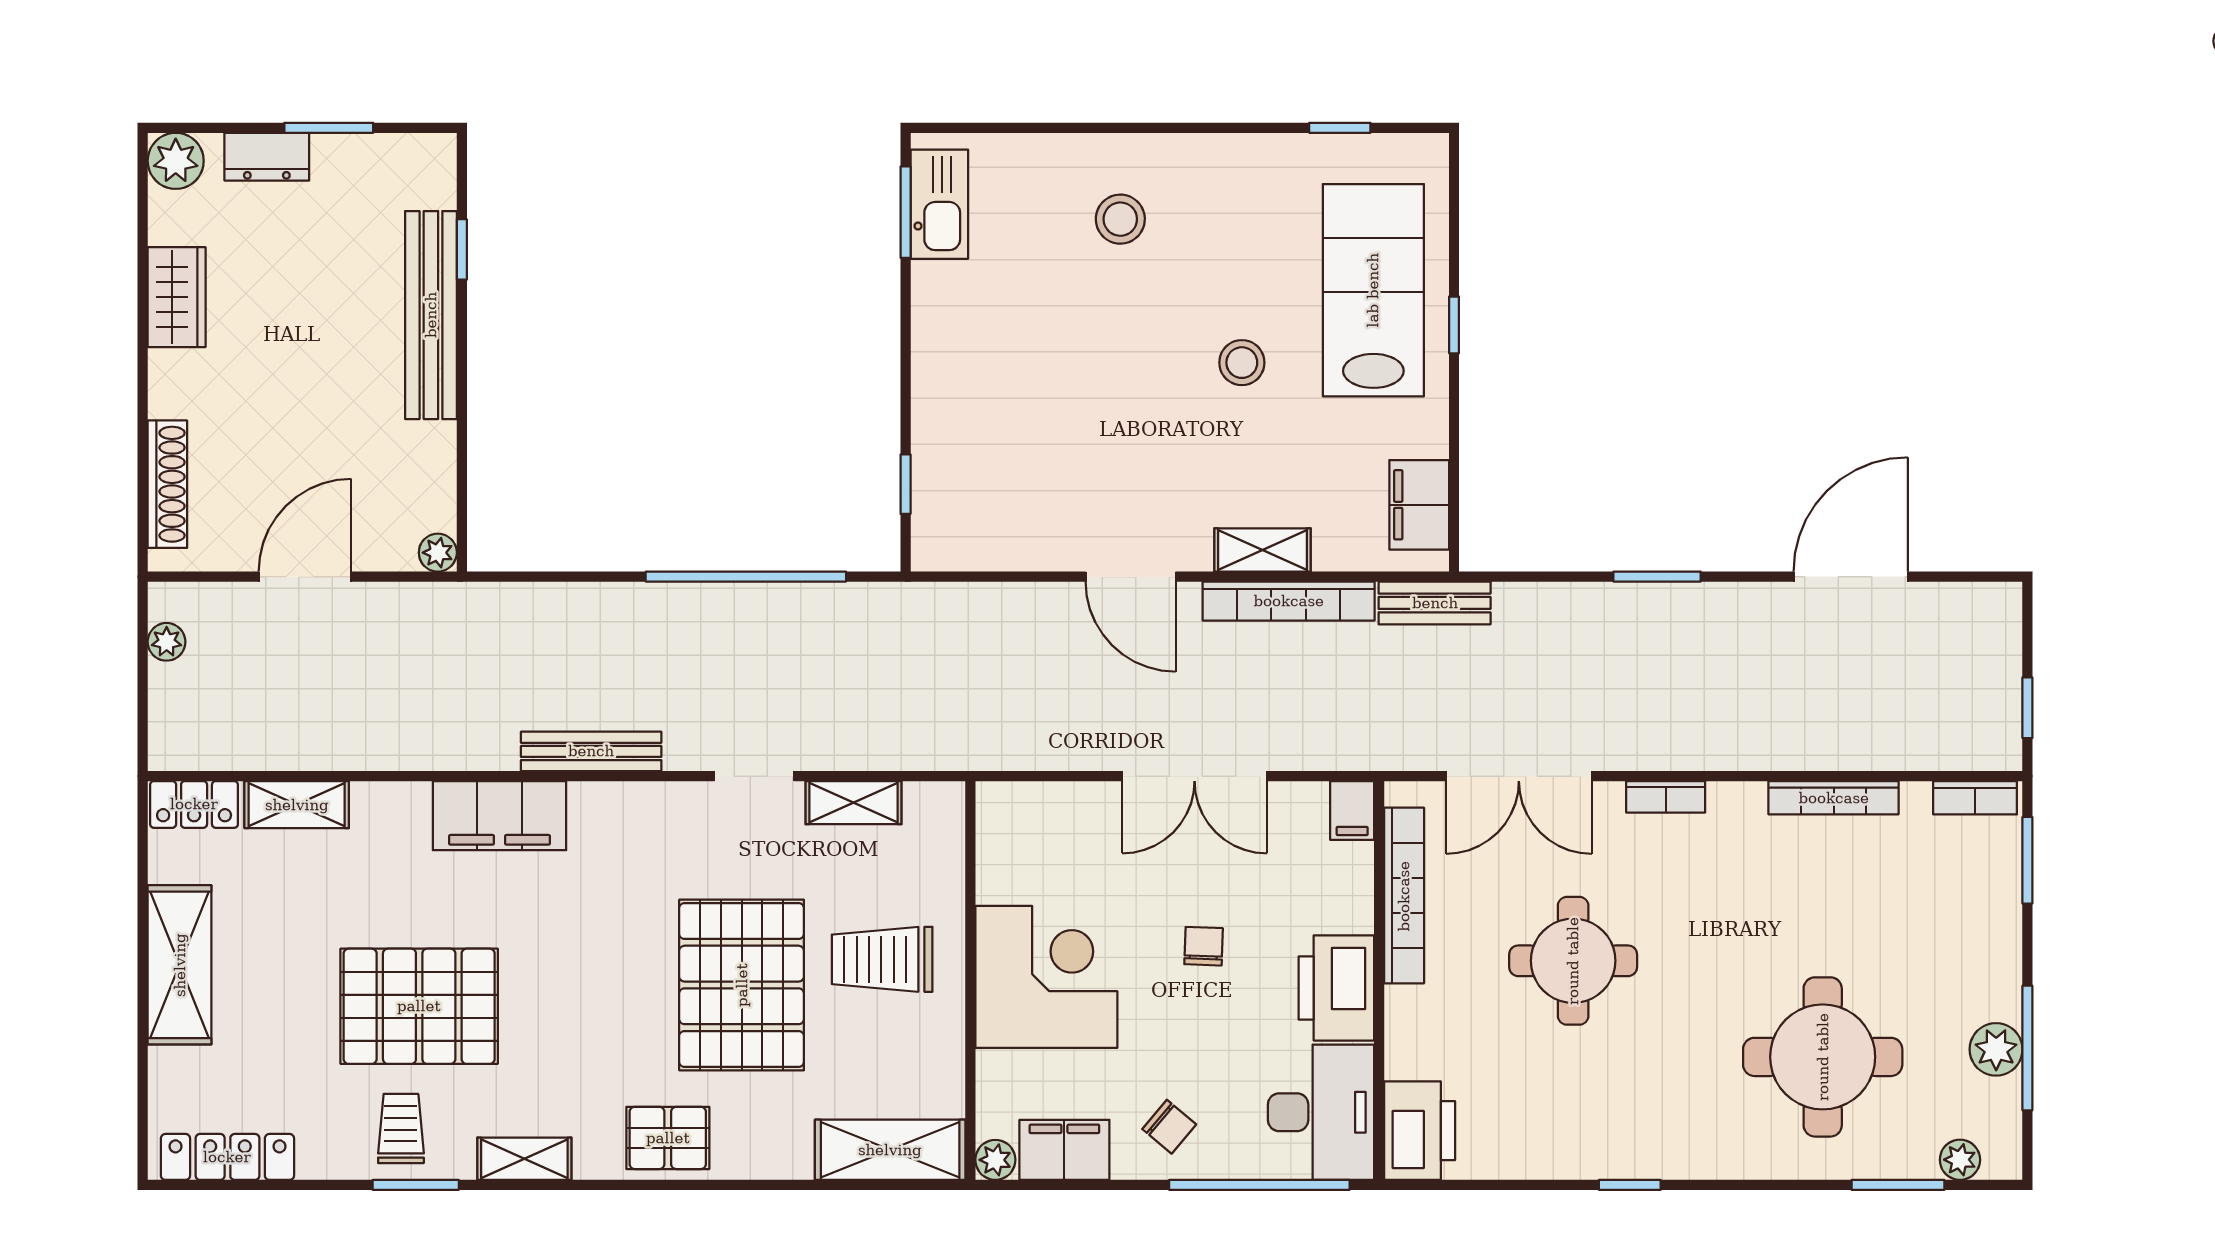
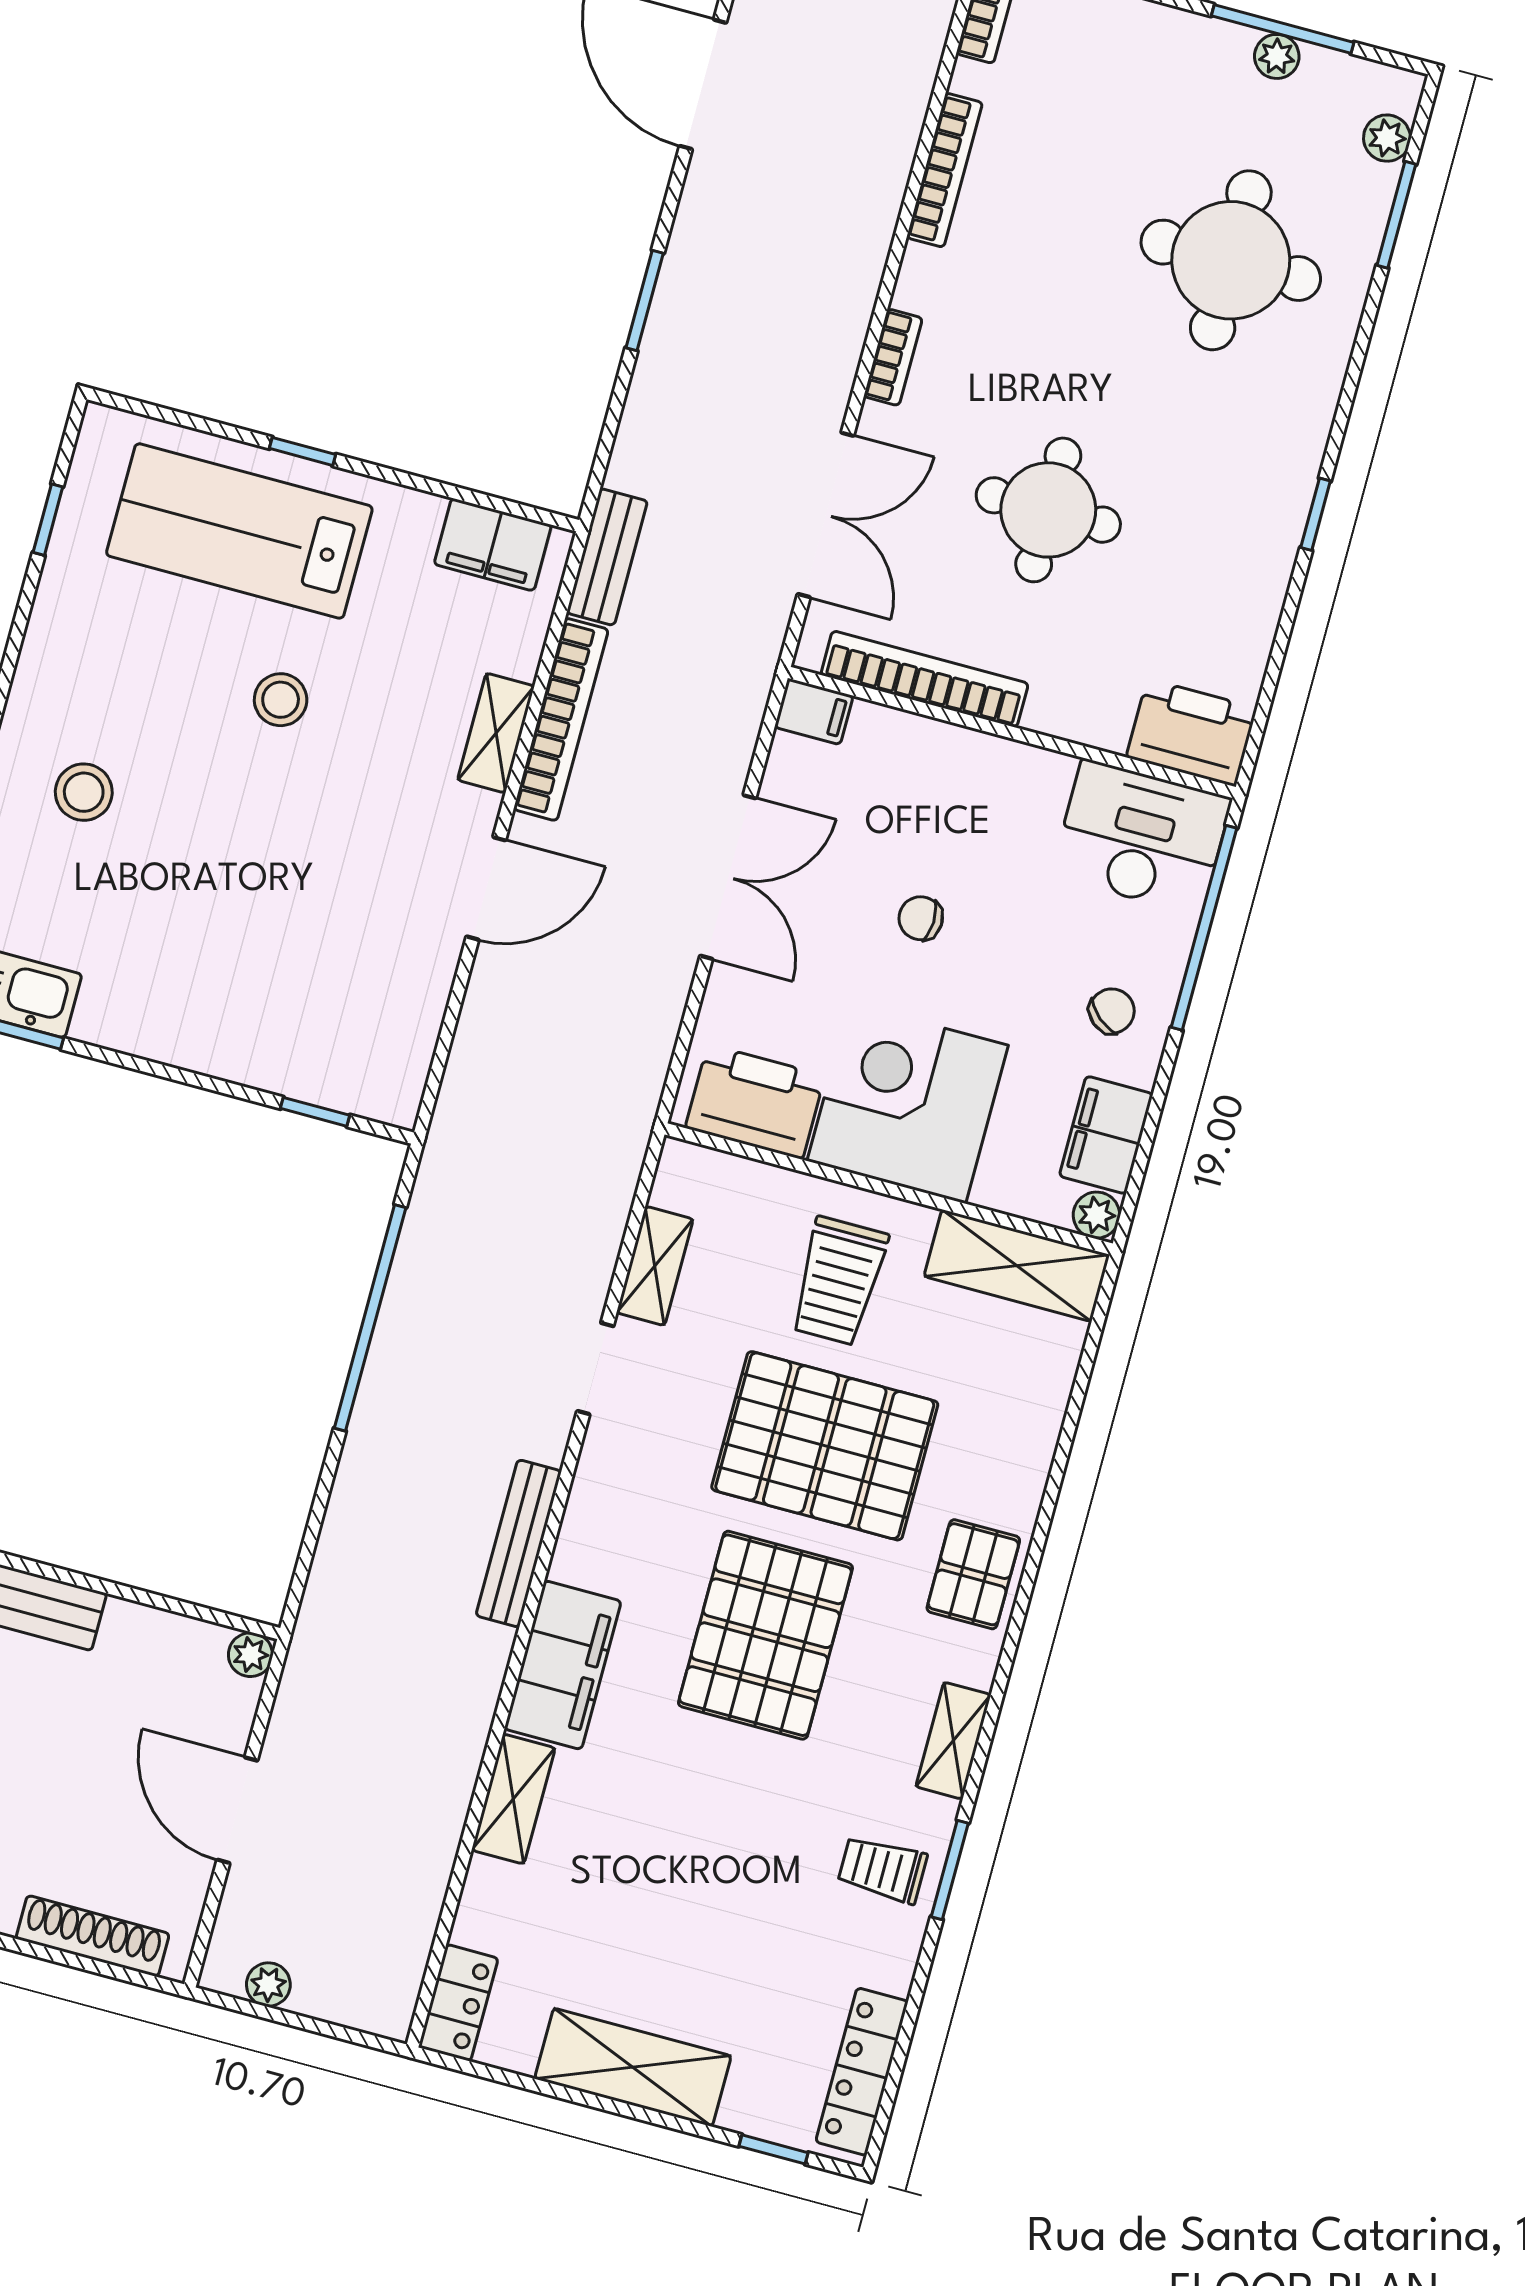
shelving: (297, 805) -> (513, 1799), moved
printer: (1336, 988) -> (755, 1102), moved, turned 180
pallet: (419, 1006) -> (765, 1635), moved
plant: (1996, 1049) -> (1277, 56), width x0.73, depth x0.73
window: (143, 1101) -> (774, 2149), added
shelving: (890, 1150) -> (1017, 1266), moved, turned 90

